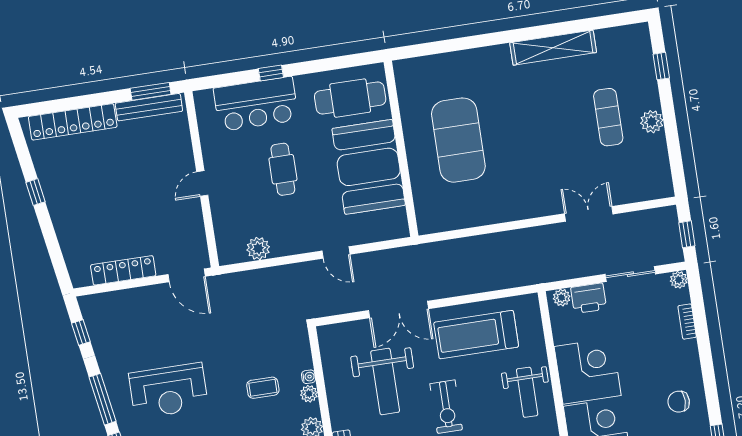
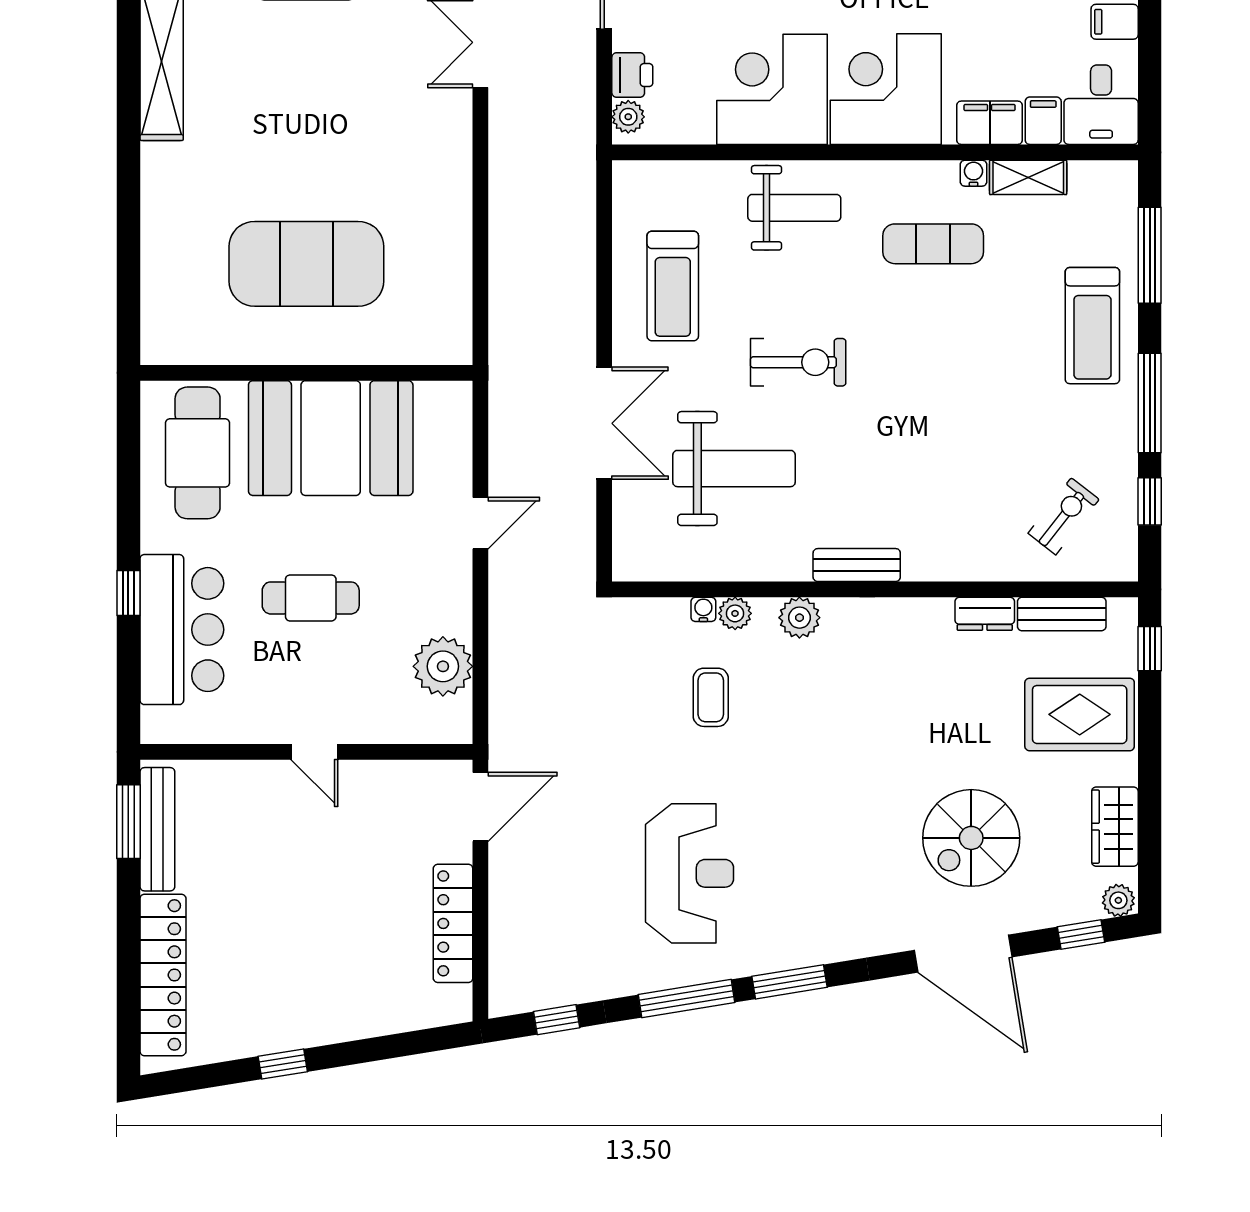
plant: (258, 248) -> (443, 666), width x1.36, depth x1.36
printer: (589, 298) -> (632, 75), width x0.73, depth x0.81
treadmill: (476, 335) -> (673, 286), width x0.73, depth x0.73

